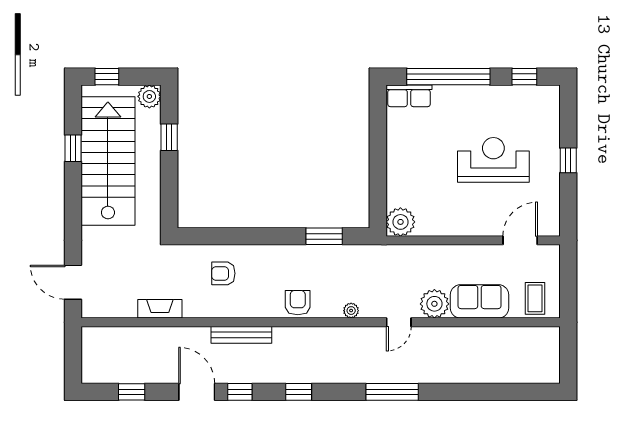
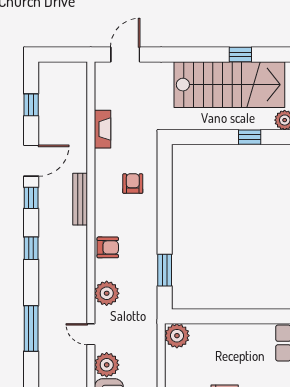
plant: (351, 311) -> (107, 293), width x1.87, depth x1.87

